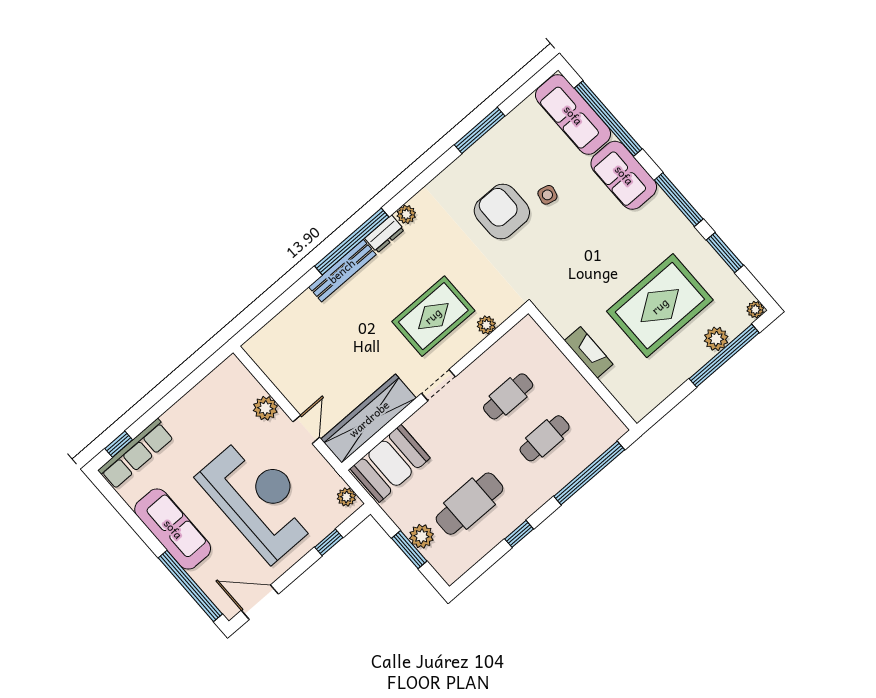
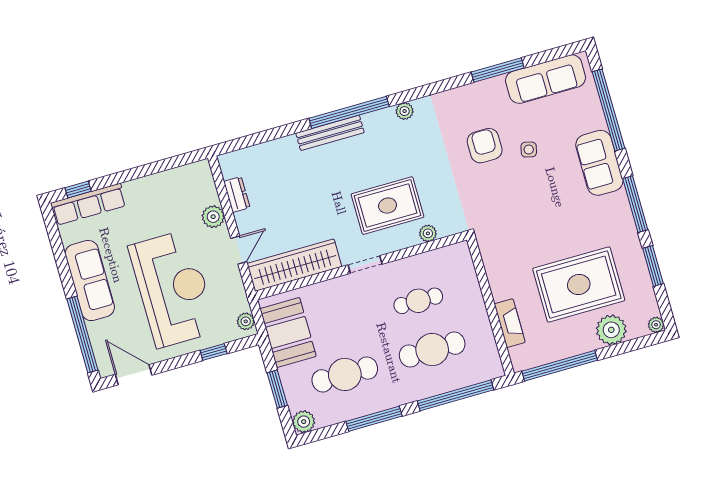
sofa: (573, 115) -> (546, 79), moved, turned -90
armchair: (502, 212) -> (485, 146), width x0.73, depth x0.73
dresser: (384, 234) -> (237, 195), moved, turned -90
plant: (716, 339) -> (611, 330), width x1.36, depth x1.36
fireplace: (589, 352) -> (510, 323), moved
window: (724, 356) -> (560, 366), moved
cafe table: (545, 438) -> (432, 350), width x1.37, depth x1.35
booth: (390, 463) -> (288, 332), moved, turned 90
window: (519, 534) -> (374, 419), width x2.17
plant: (422, 536) -> (304, 422), moved

